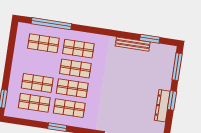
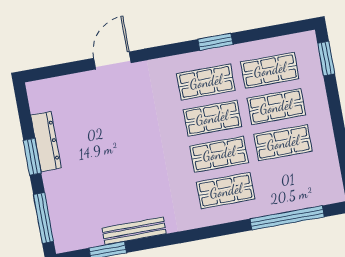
shop shelf: (43, 43) -> (283, 143), moved

